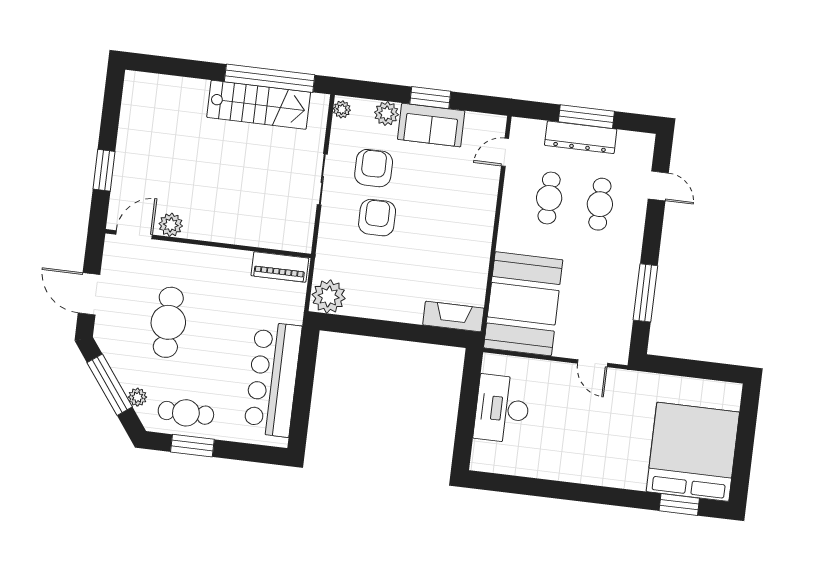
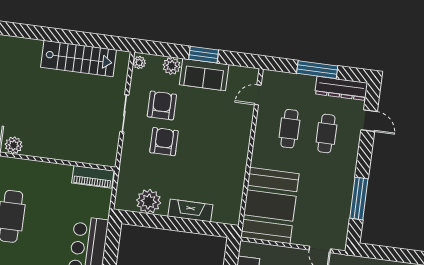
window: (270, 78) -> (87, 39), removed
dresser: (581, 137) -> (341, 88), moved
plant: (329, 296) -> (149, 201), moved
fireplace: (453, 317) -> (190, 211), moved

